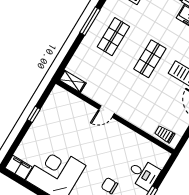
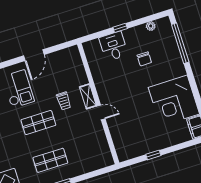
shelving: (72, 81) -> (88, 96), moved
trolley: (165, 134) -> (64, 101), moved

